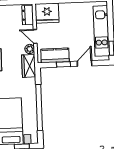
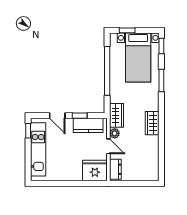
door: (85, 64) -> (57, 116), hinge flipped

